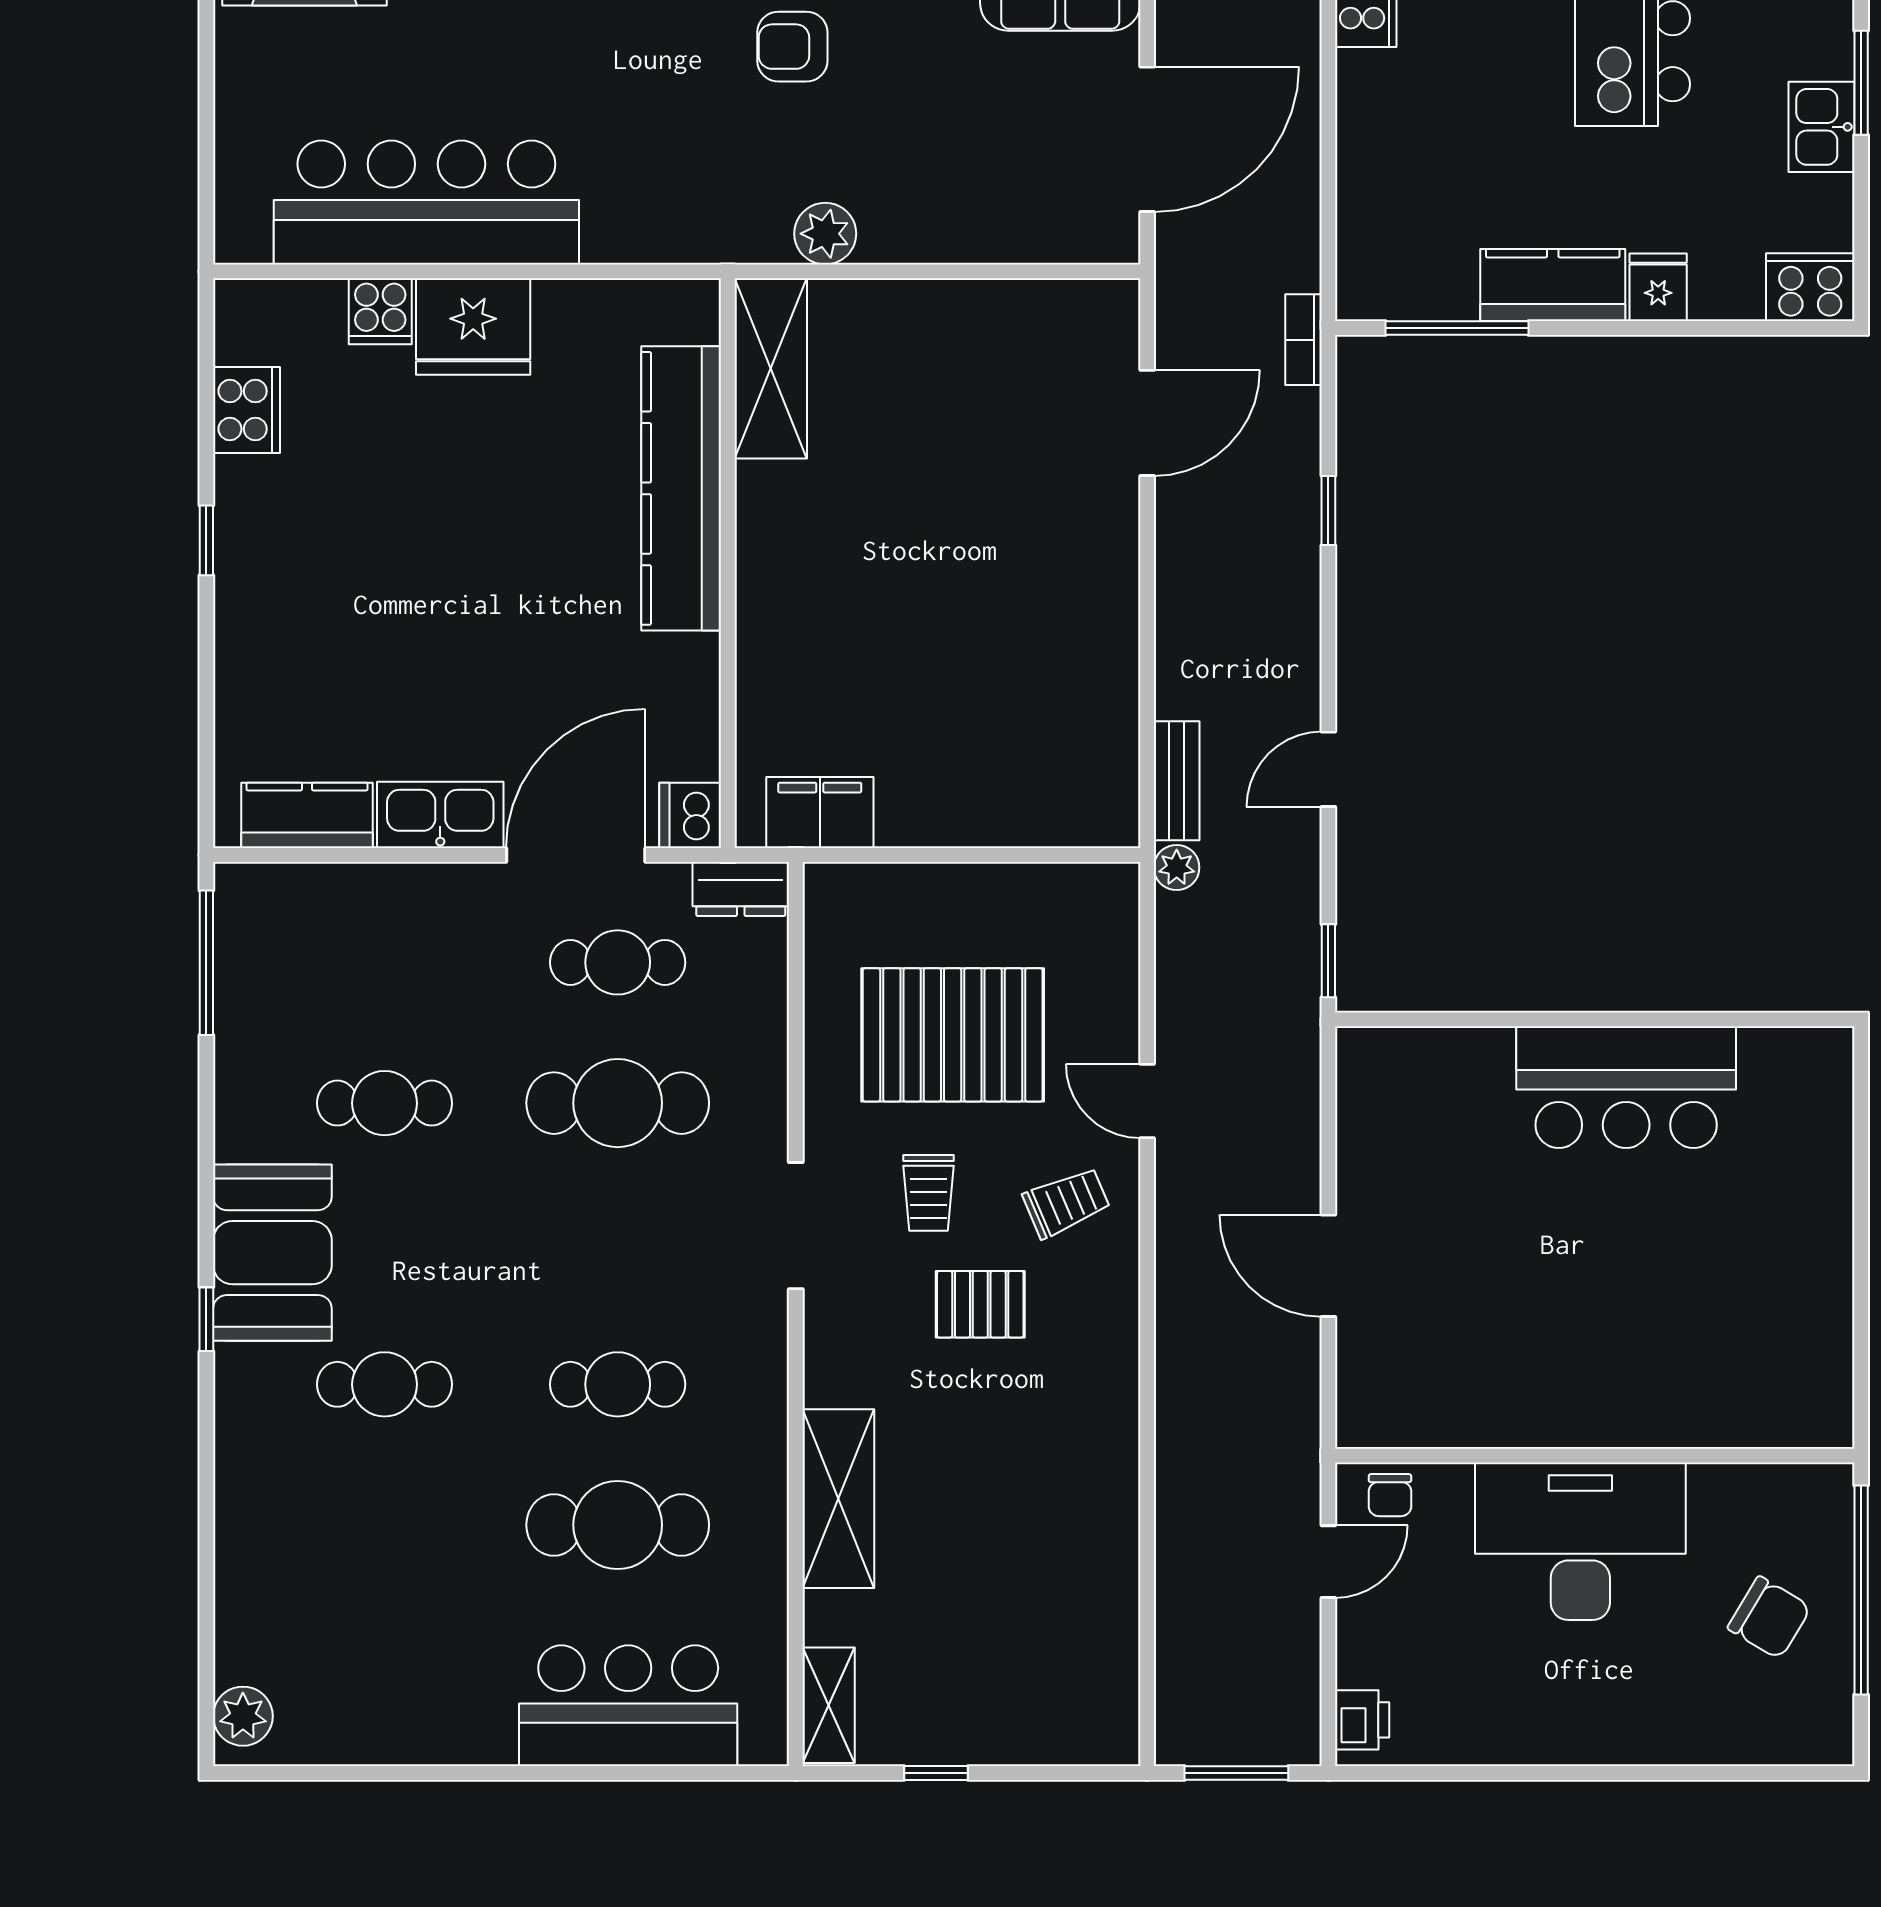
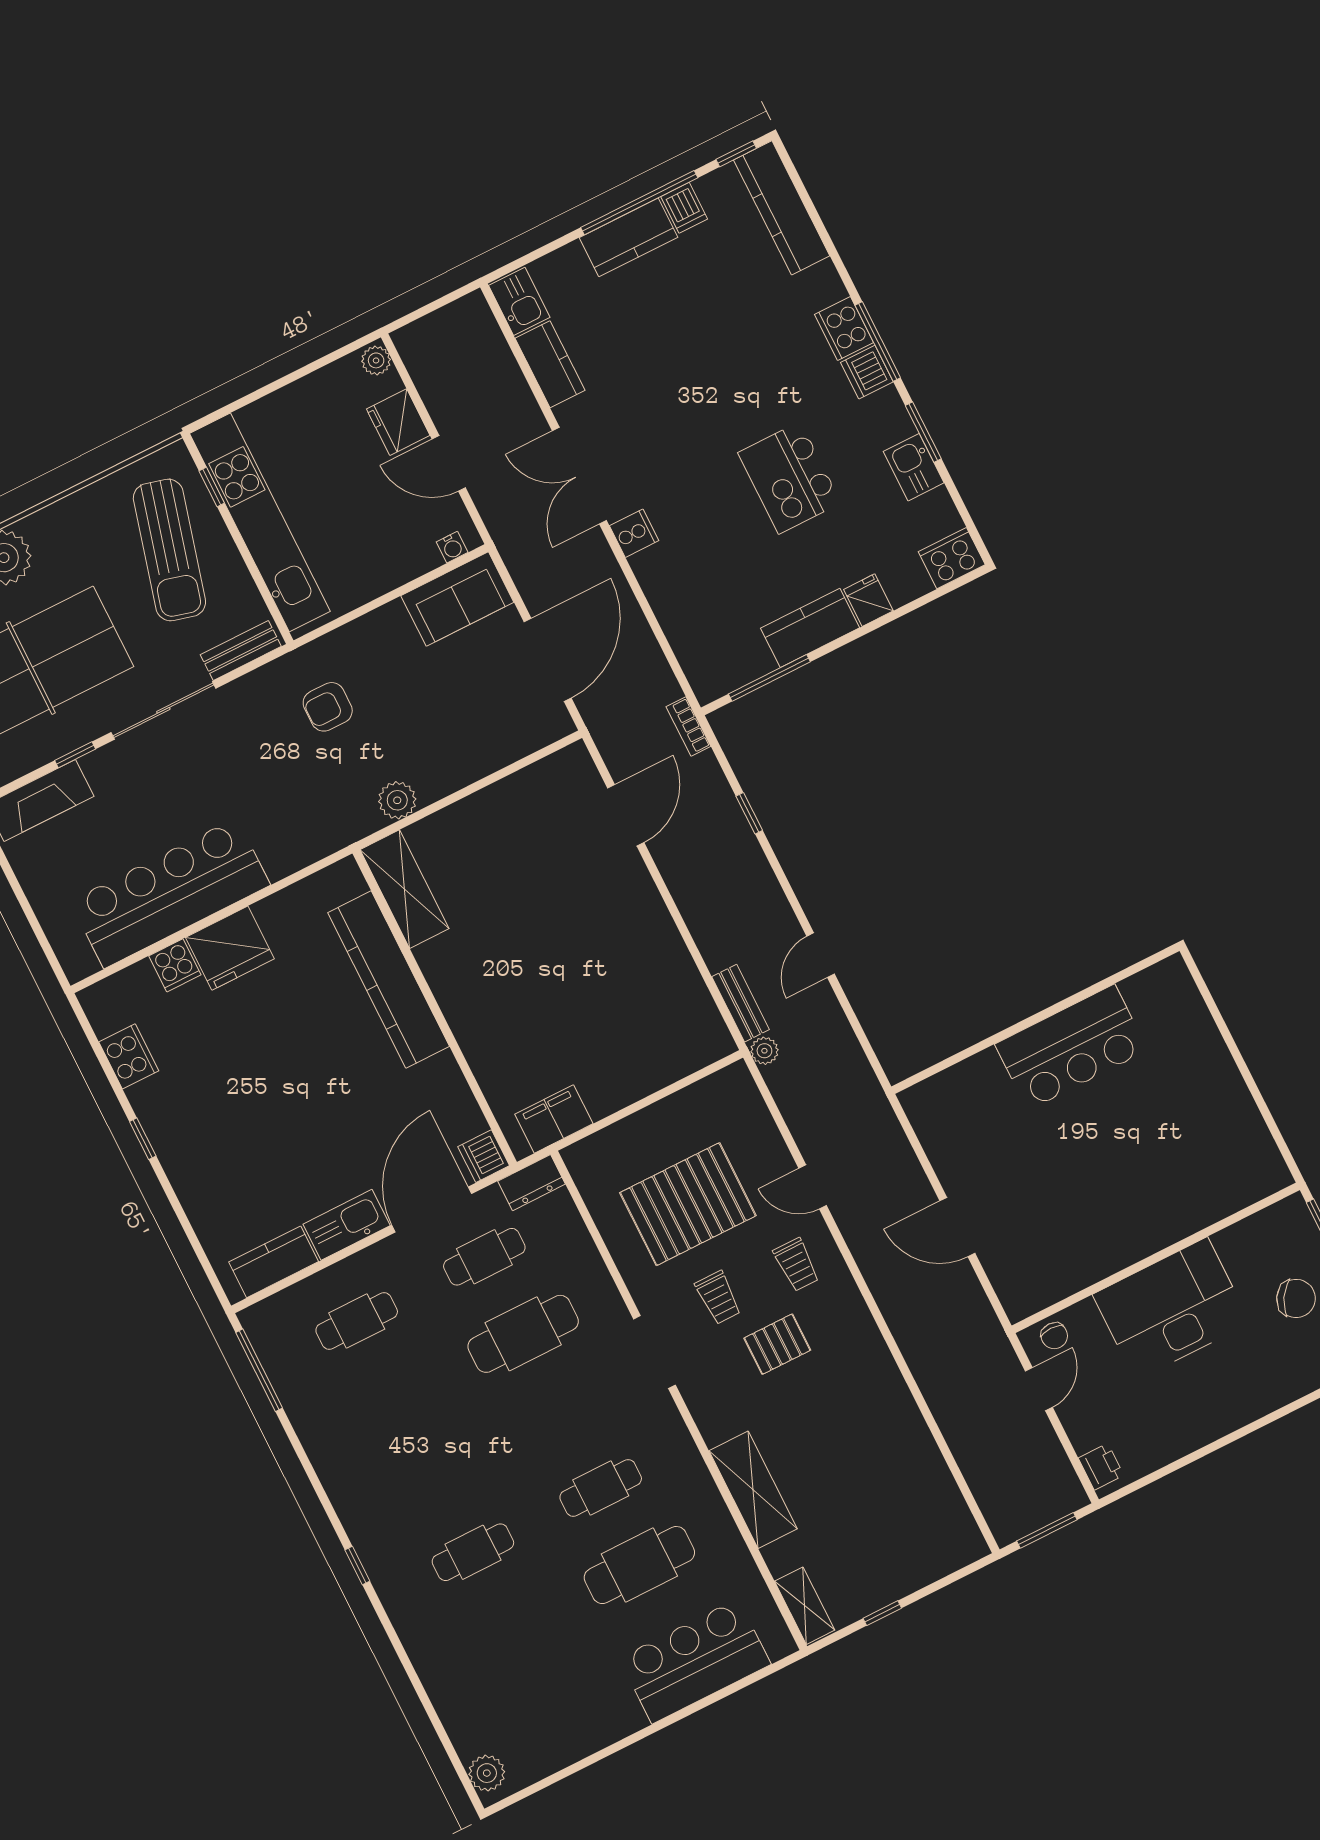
window: (1328, 961) -> (873, 1060), removed
cafe table: (385, 1103) -> (357, 1321), moved
trolley: (1066, 1202) -> (796, 1265), turned 113
booth: (272, 1253) -> (375, 1511), removed

